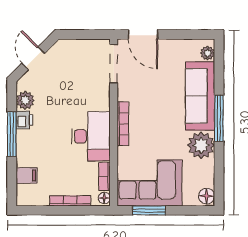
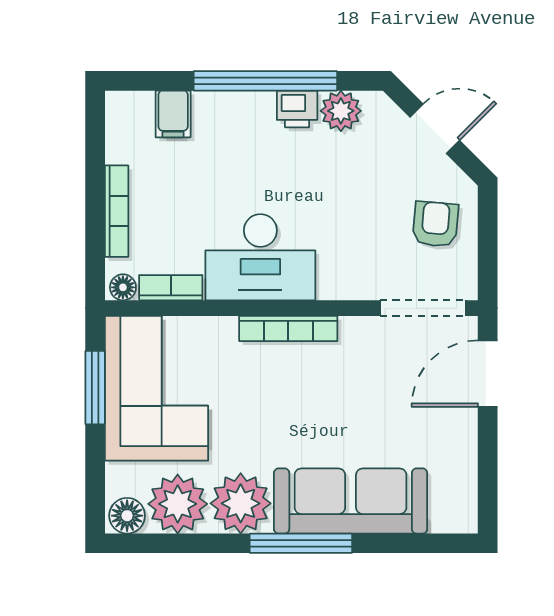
plant: (208, 53) -> (178, 504), moved, width x1.88, depth x1.88
armchair: (76, 58) -> (435, 224), added
window: (12, 134) -> (265, 81), width x1.46

